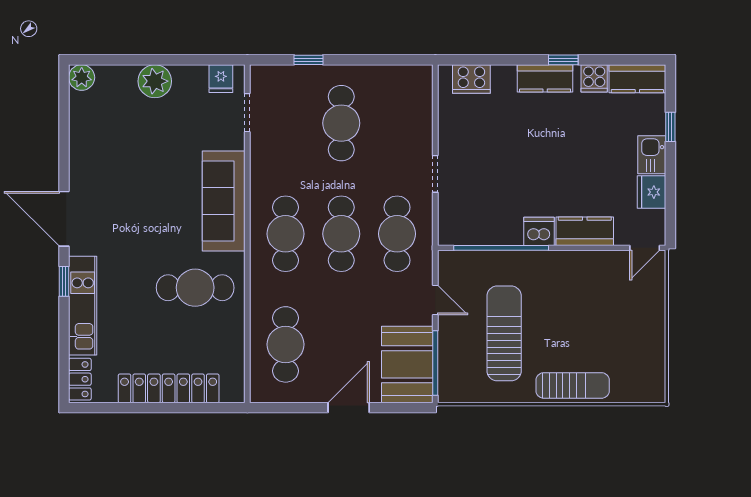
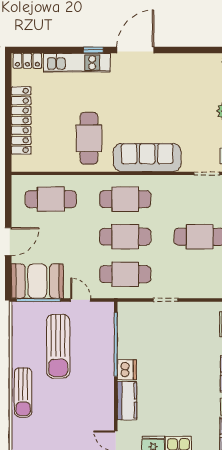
door: (435, 300) -> (81, 300), swing flipped
sun lounger: (504, 333) -> (58, 346), turned 90
door: (349, 408) -> (8, 242), hinge flipped

